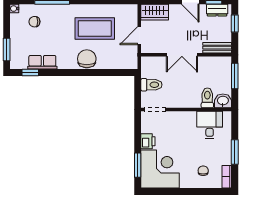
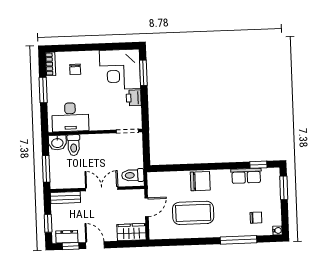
chair: (87, 59) -> (200, 181), turned -90
toilet: (151, 85) -> (133, 175), moved
desk: (210, 125) -> (70, 117), width x1.37

